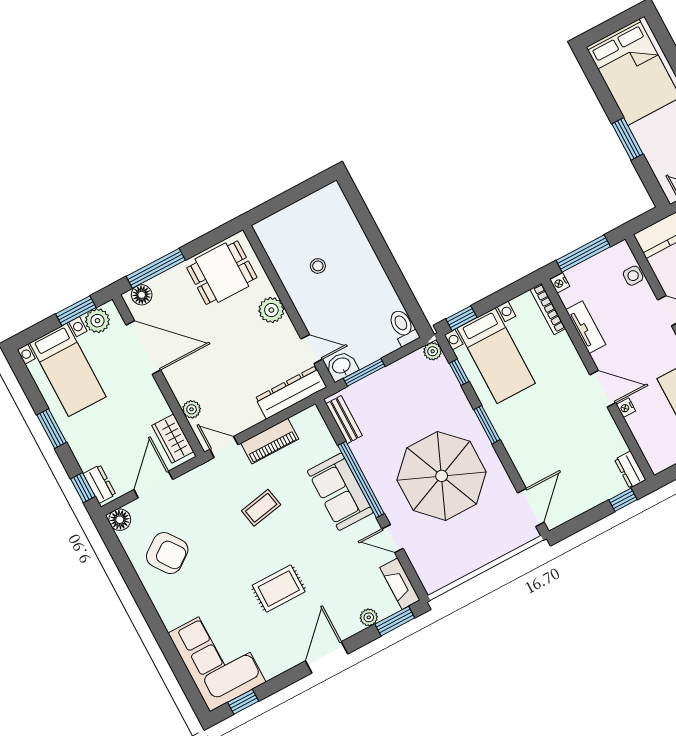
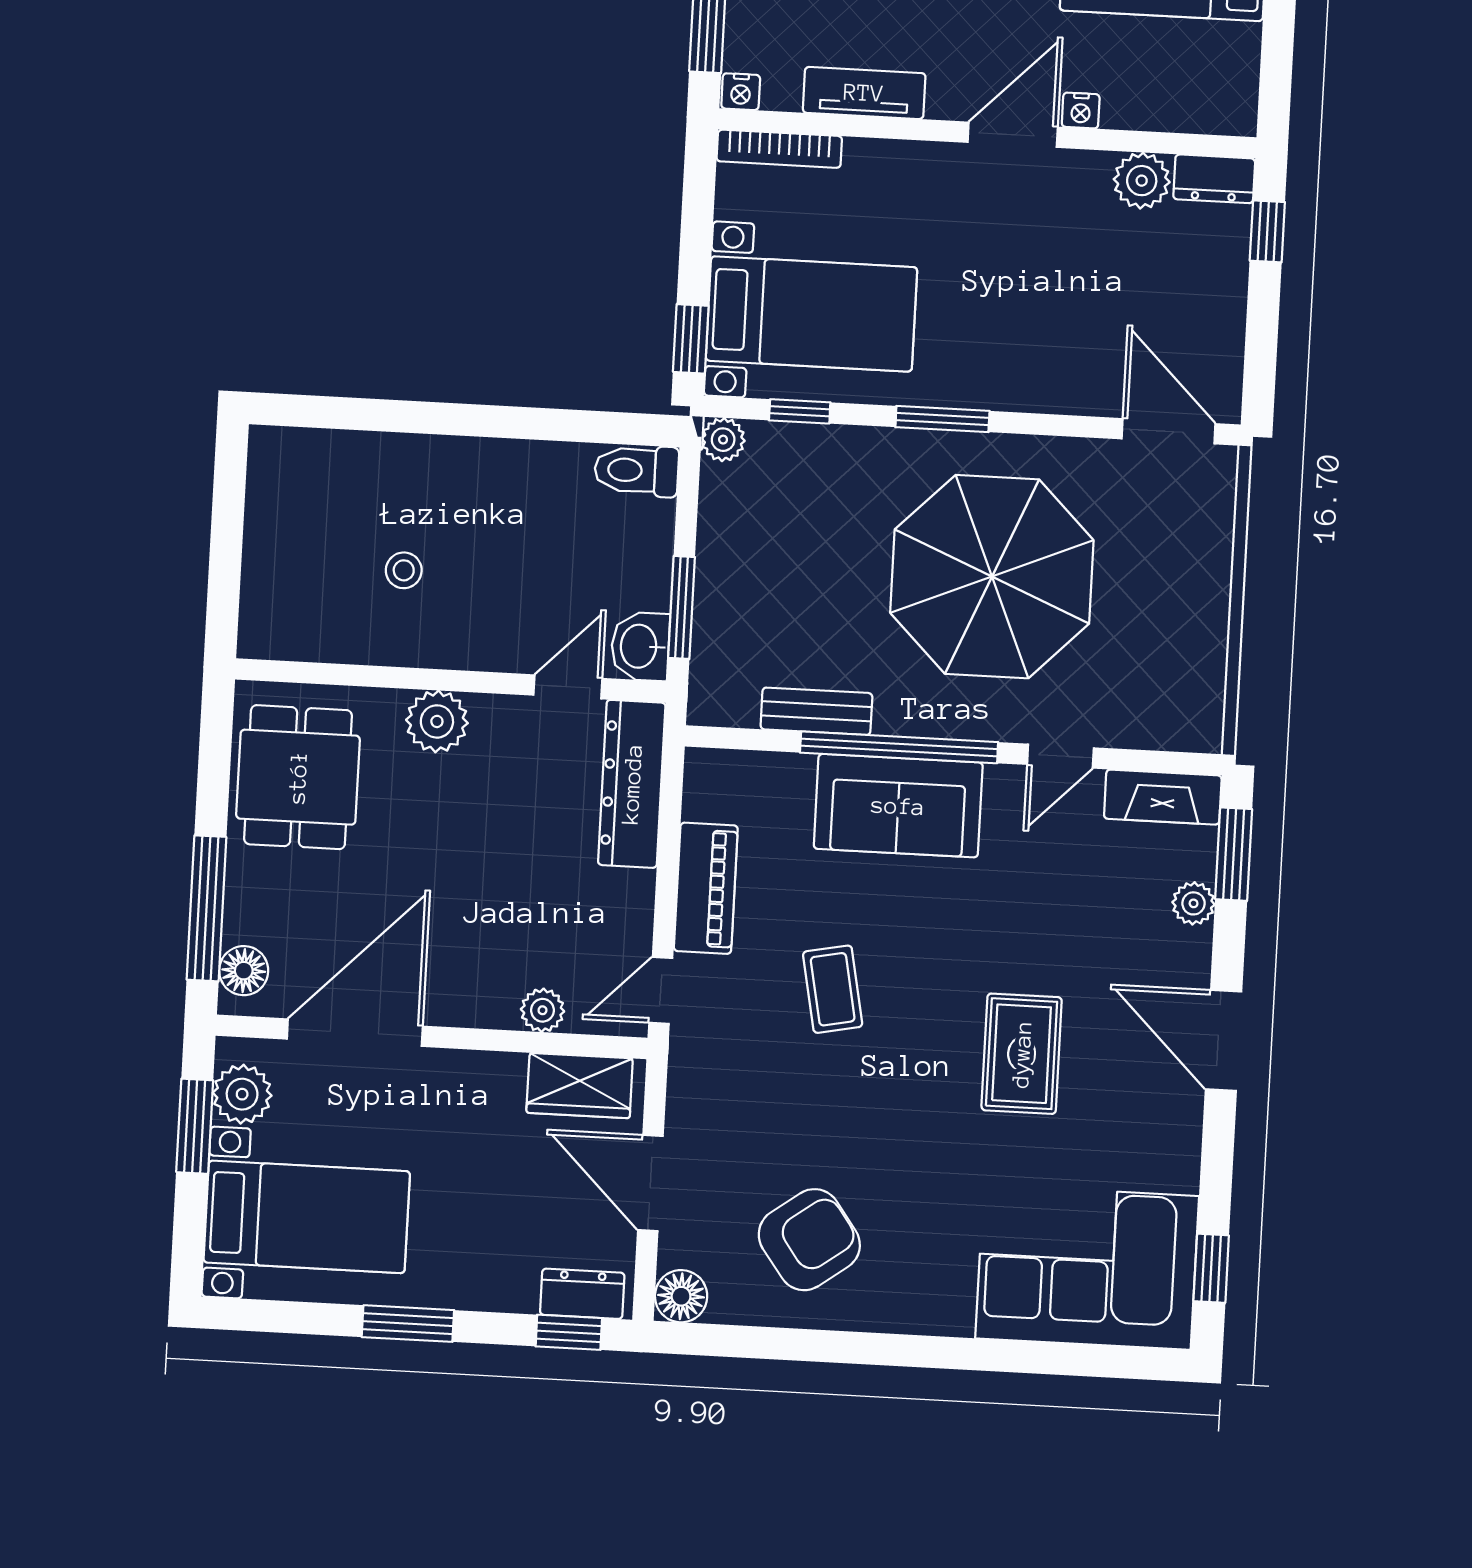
bench: (344, 420) -> (816, 711), moved
plant: (614, 444) -> (1142, 181), added

